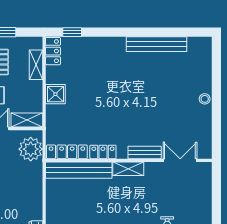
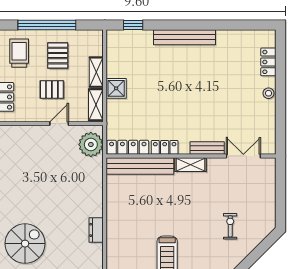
bench: (156, 44) -> (184, 37), moved
locker: (53, 51) -> (268, 62), moved, turned 180
shelving: (36, 65) -> (96, 72), moved
shelving: (27, 120) -> (96, 105), moved, turned 90

